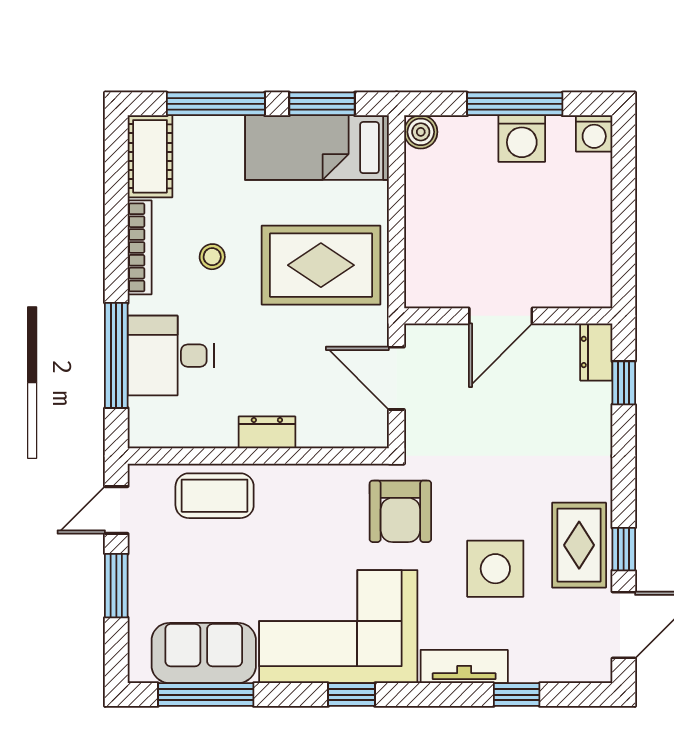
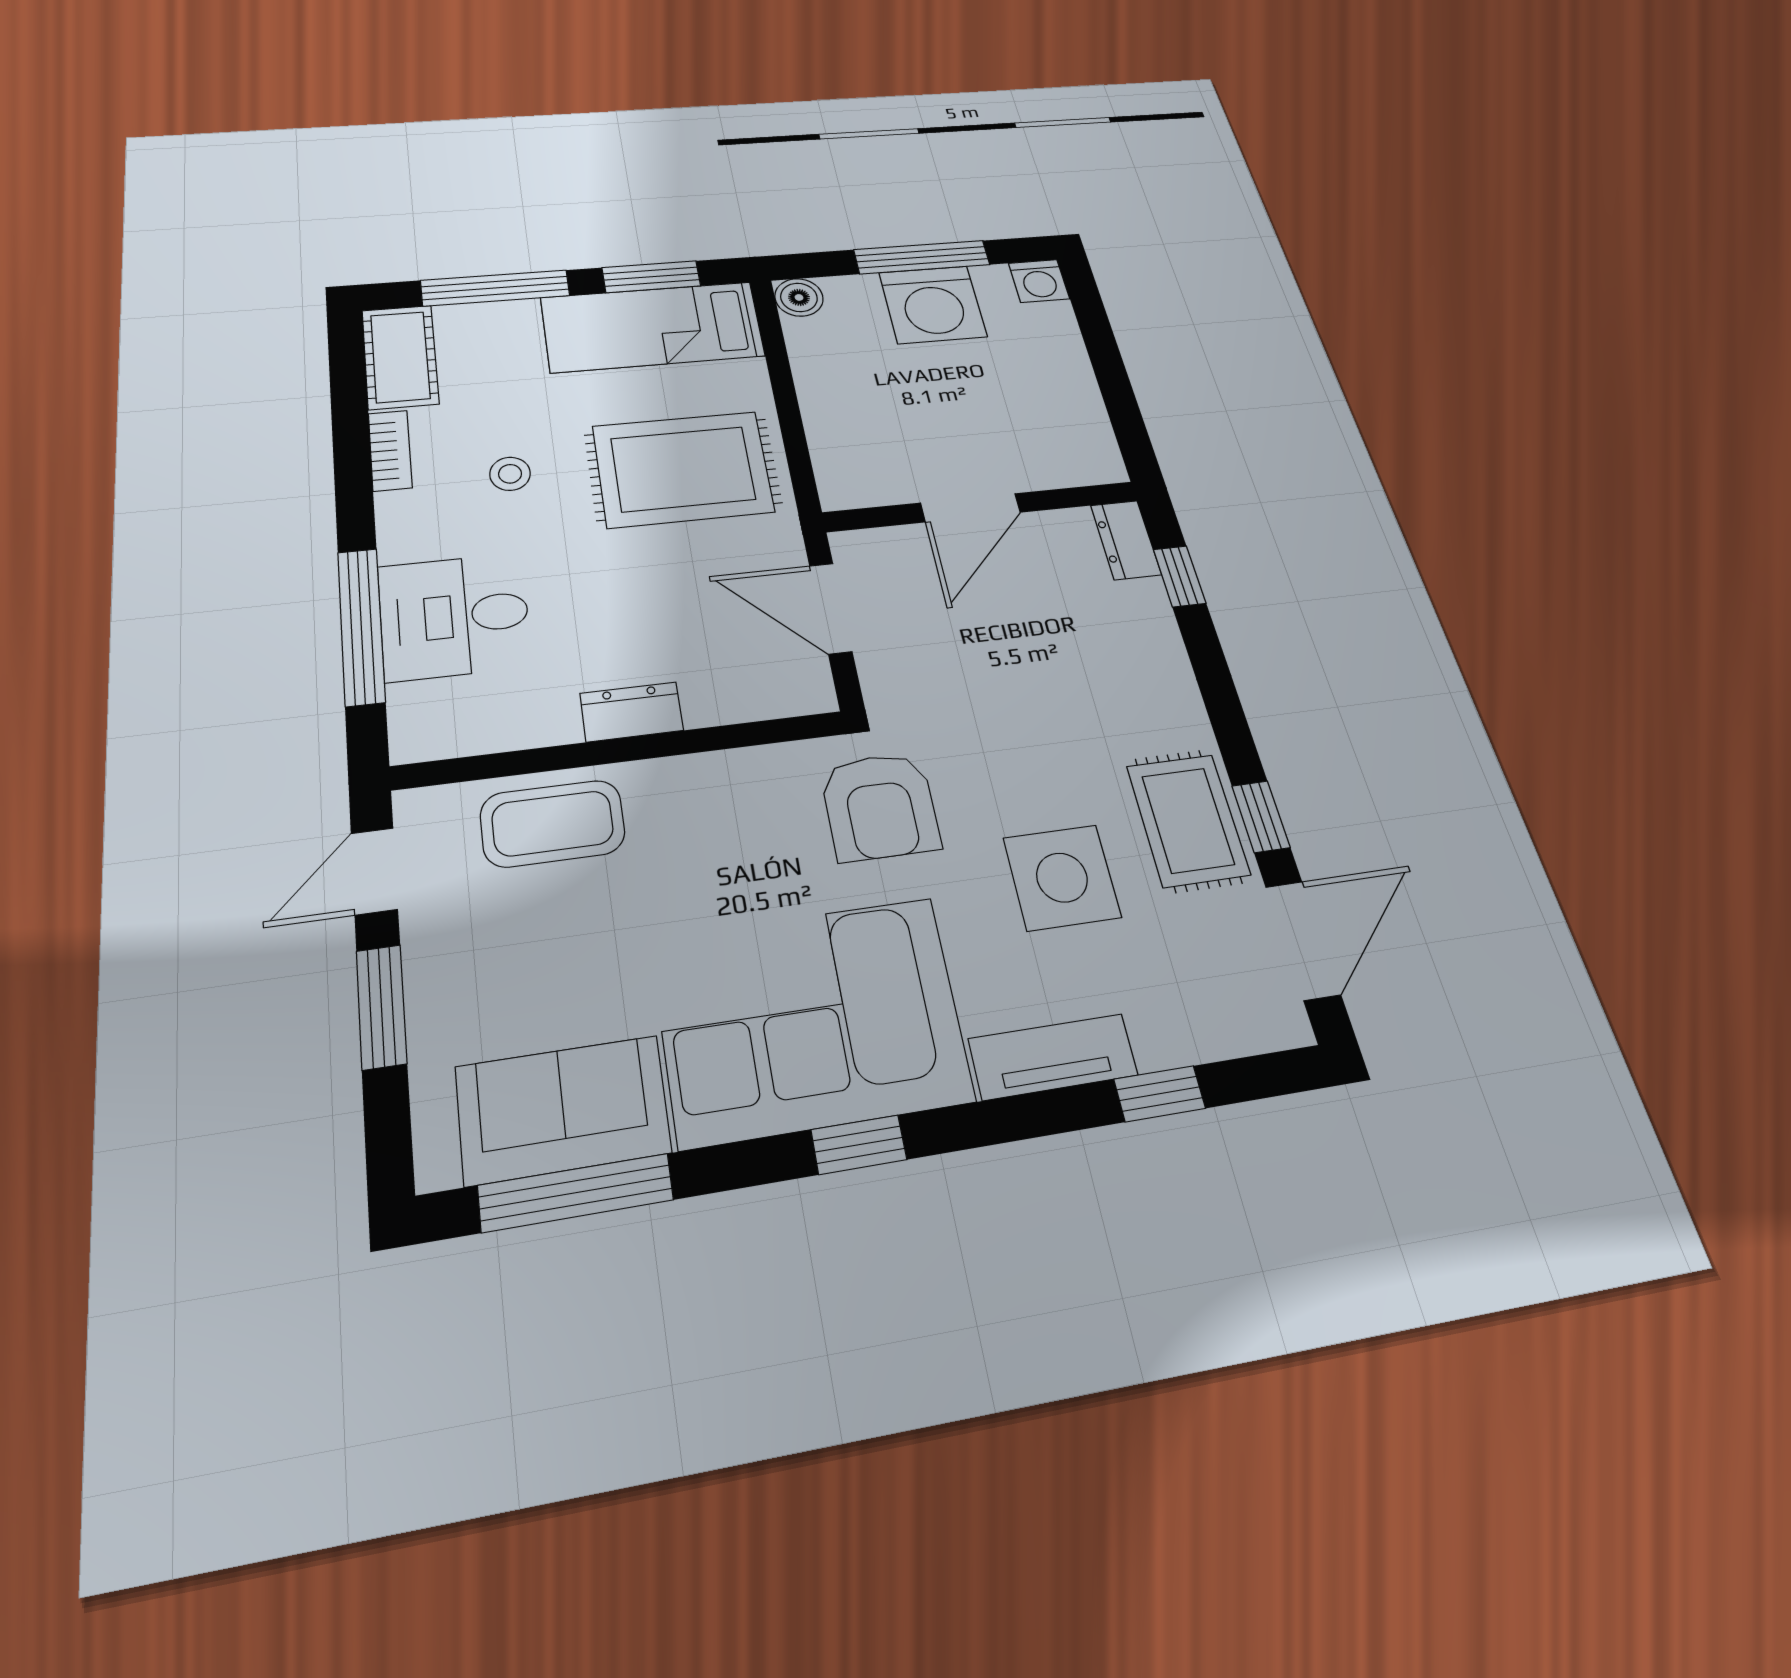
washing machine: (522, 139) -> (933, 305), width x1.37, depth x1.37
bookcase: (140, 247) -> (390, 451), width x0.64

